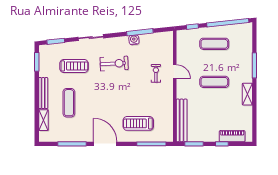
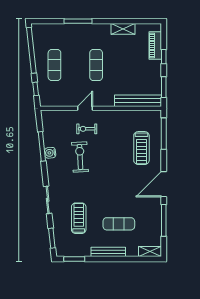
exercise bike: (114, 64) -> (80, 157), moved
shelving: (247, 94) -> (123, 29), moved
shelving: (43, 120) -> (150, 252), moved

